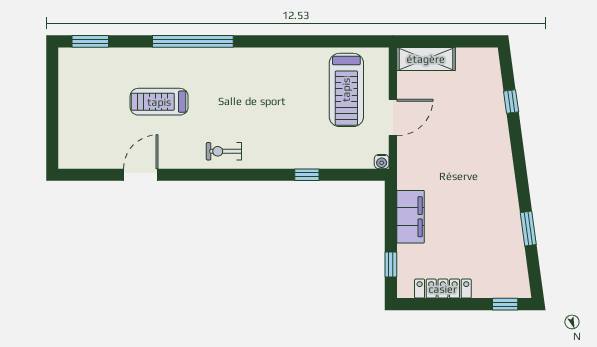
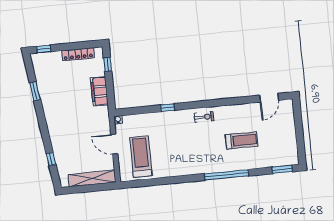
shelving: (426, 59) -> (92, 178), width x1.47
door: (393, 118) -> (114, 144), hinge flipped
door: (141, 175) -> (269, 98), moved
window: (307, 175) -> (168, 108), moved

